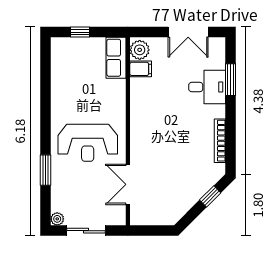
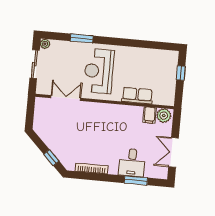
row of seats: (116, 58) -> (137, 96), moved

